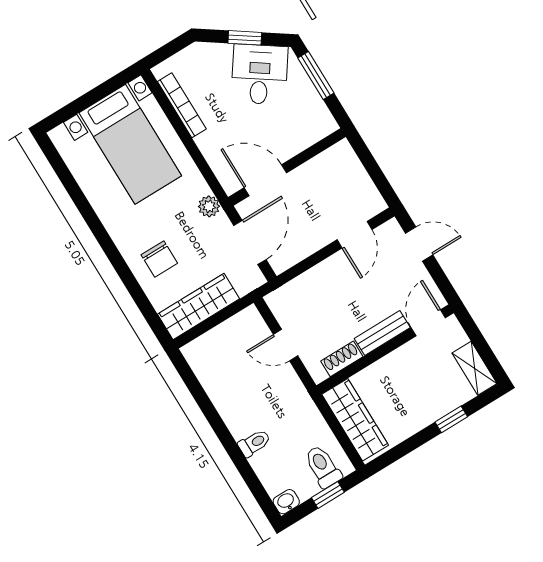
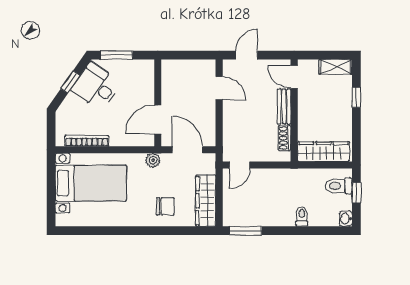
door: (286, 345) -> (240, 165), moved
window: (191, 382) -> (245, 231), added

